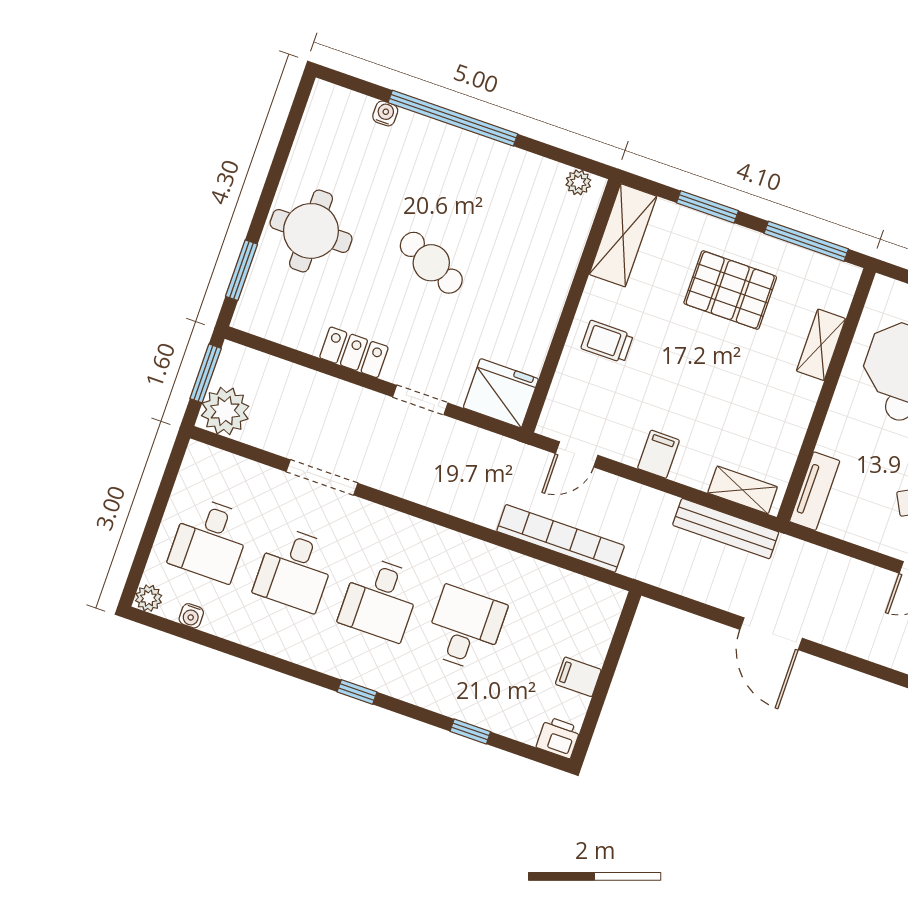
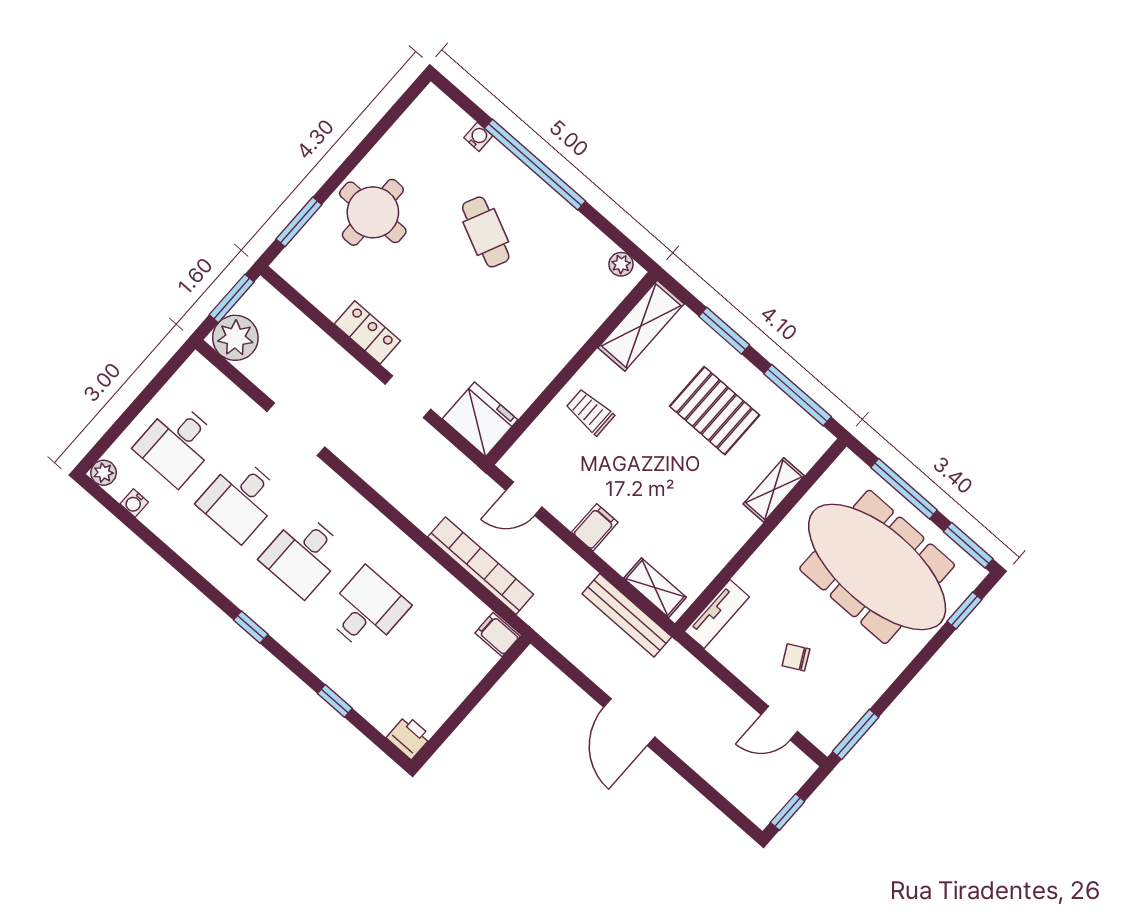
cafe table: (431, 263) -> (486, 232), moved
filing cabinet: (578, 677) -> (498, 635), moved

